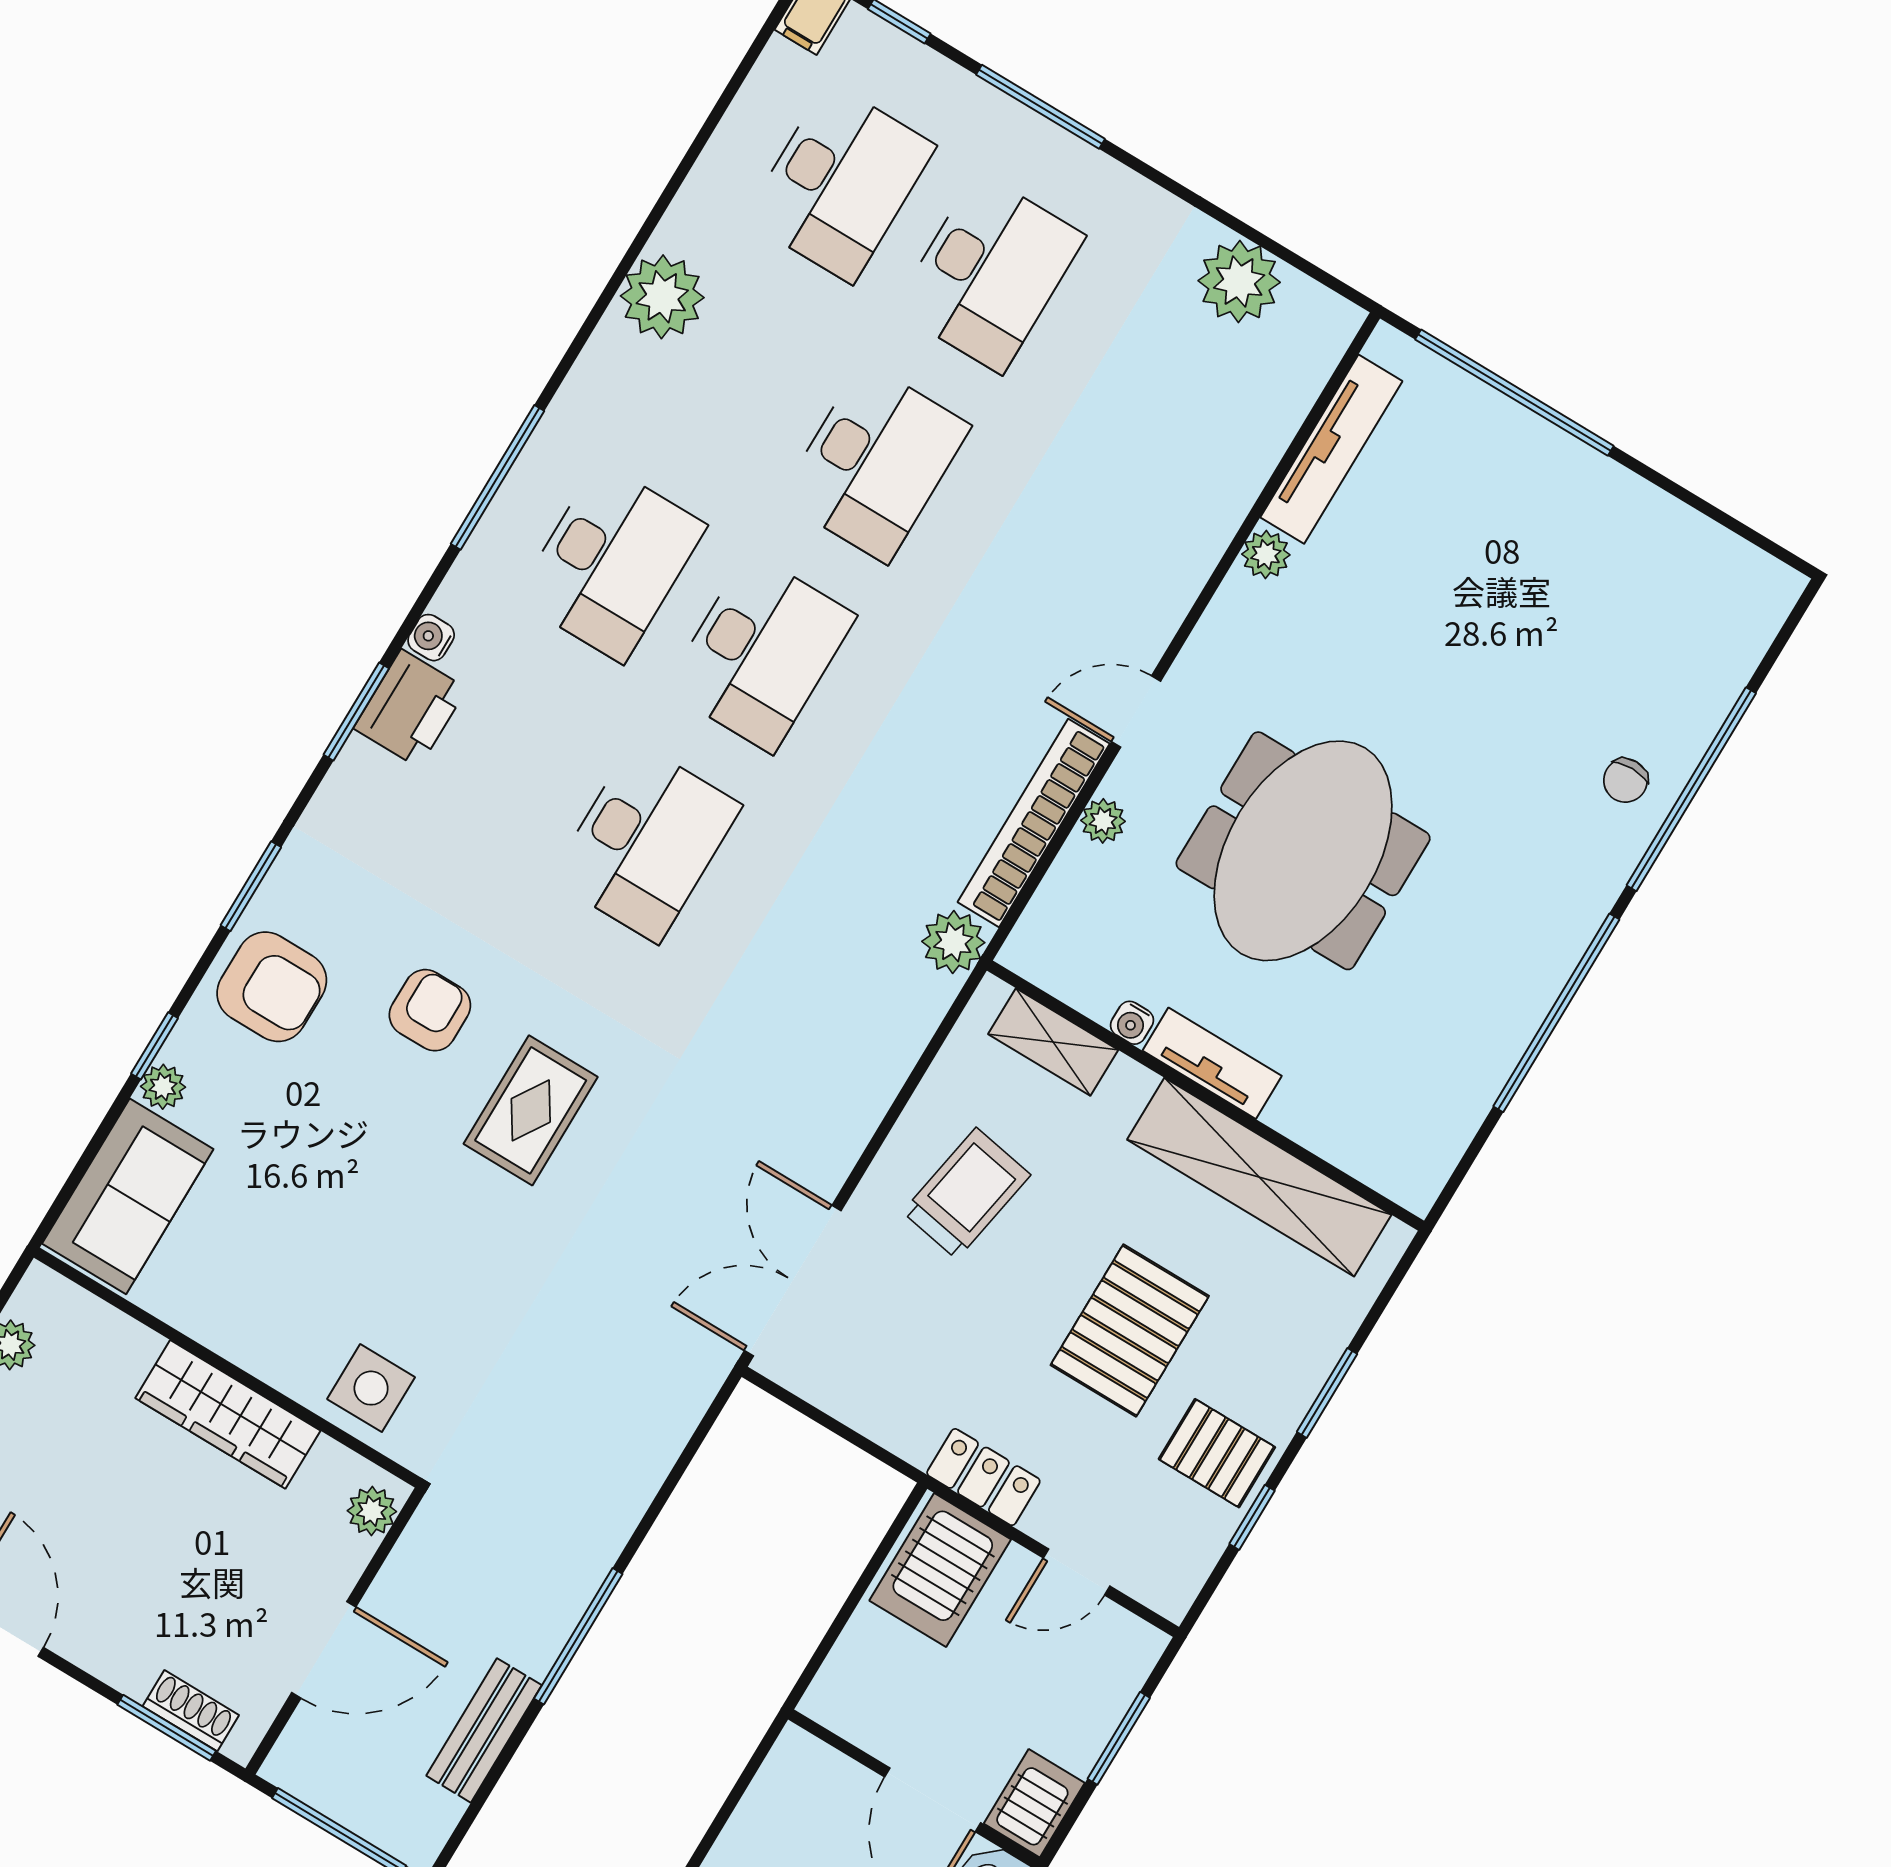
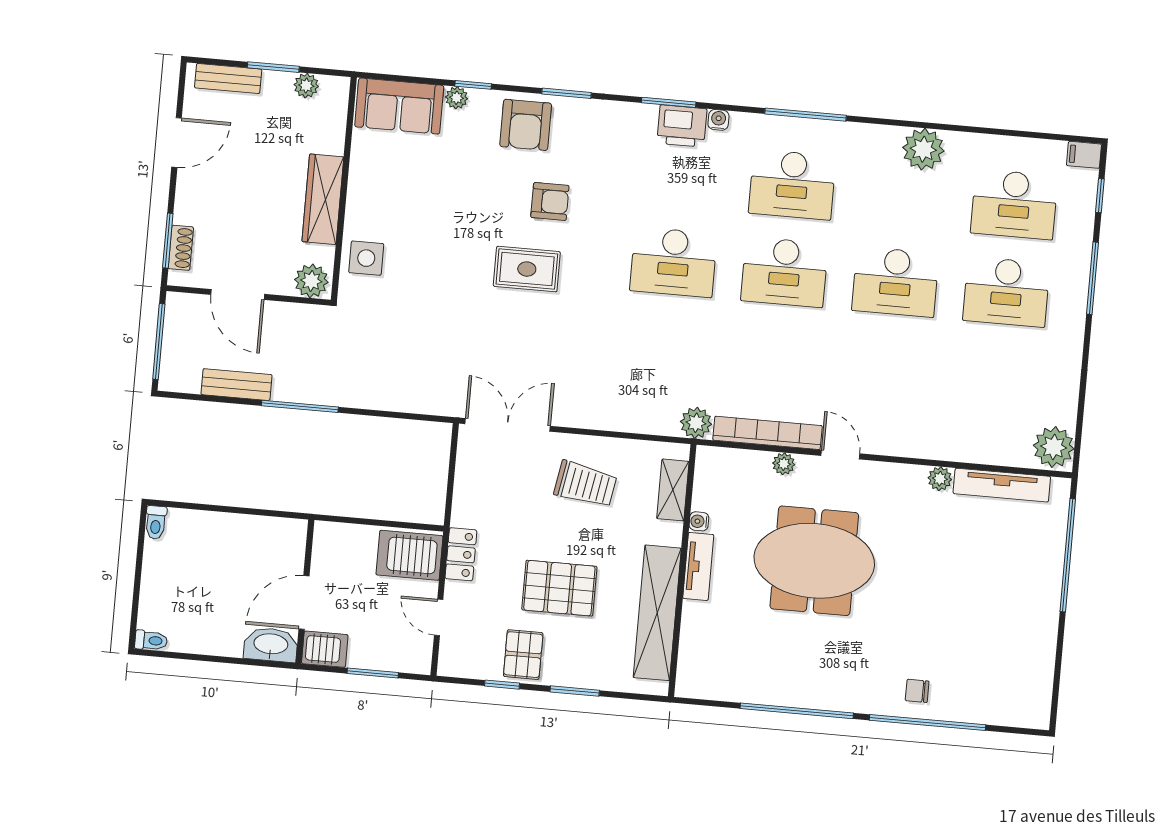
plant: (1239, 281) -> (1054, 447), moved
plant: (372, 1511) -> (311, 281), width x1.38, depth x1.38

